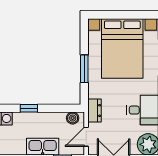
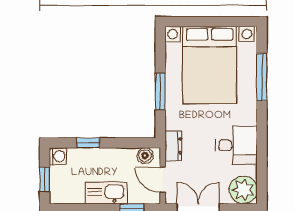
door: (86, 137) -> (163, 180), hinge flipped

